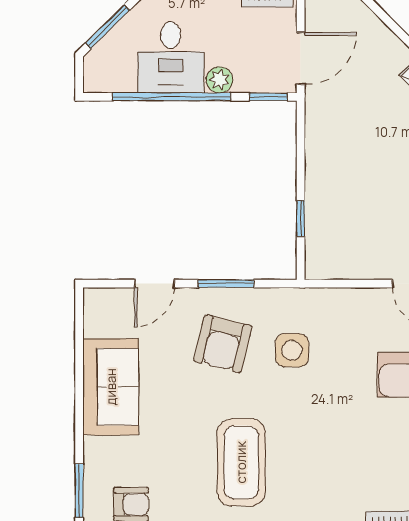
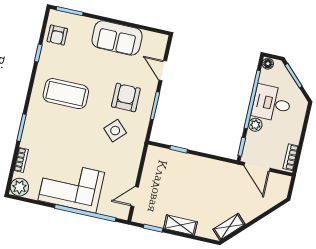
floor lamp: (95, 82) -> (268, 64), added
armchair: (223, 344) -> (126, 98), turned 76
side table: (292, 350) -> (115, 131), turned 45

